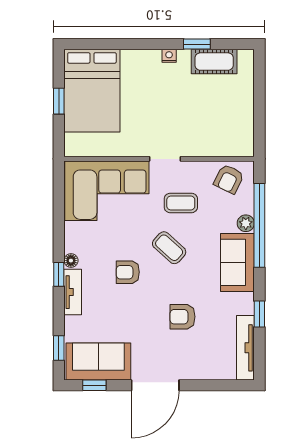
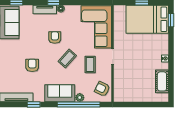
window: (197, 44) -> (171, 20), moved

